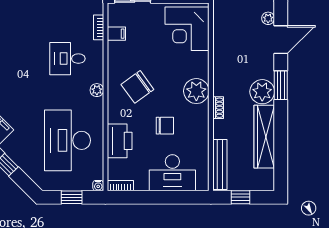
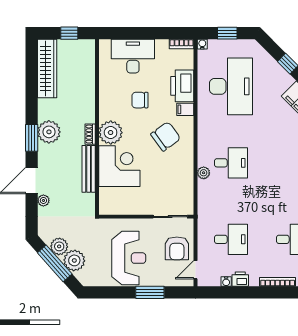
bookcase: (99, 27) -> (202, 192), removed
corner desk: (187, 29) -> (119, 166), moved
filing cabinet: (116, 34) -> (185, 109), moved
plant: (97, 90) -> (204, 173), moved
shoe rack: (218, 108) -> (90, 134), moved
wardrobe: (264, 137) -> (47, 69), moved
bench: (220, 165) -> (89, 169), moved

